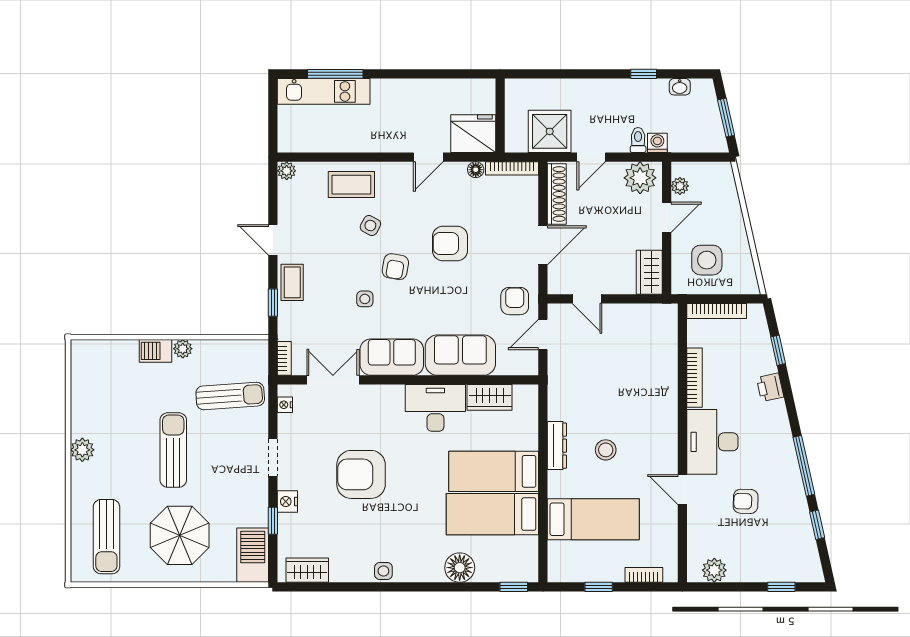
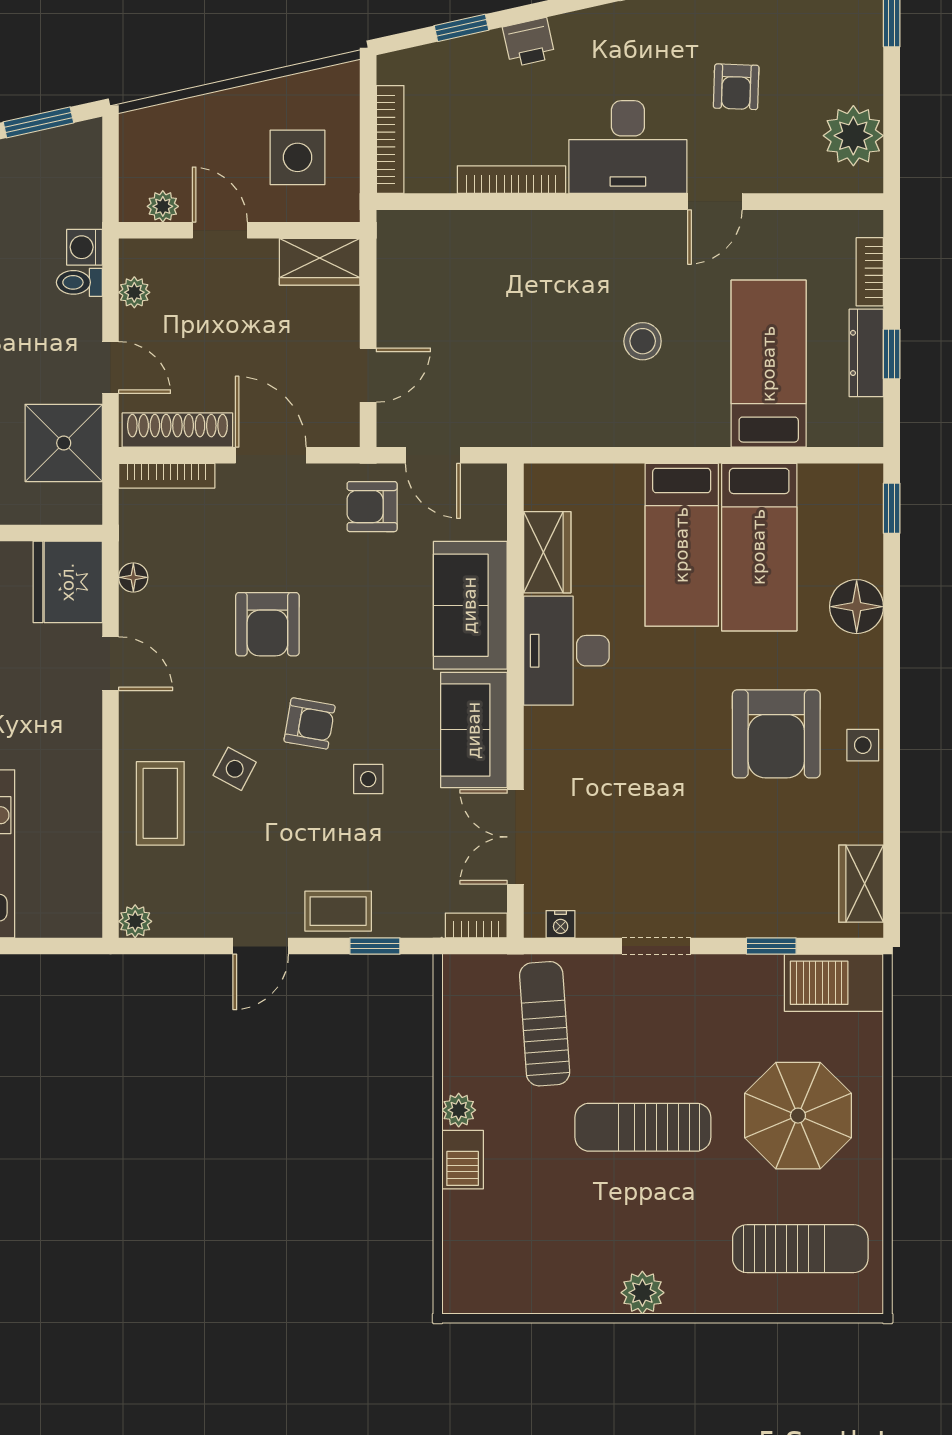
bookcase: (512, 168) -> (167, 476), moved, turned 90
plant: (640, 178) -> (134, 292), width x0.53, depth x0.53
dresser: (557, 446) -> (866, 353), moved, turned -90
armchair: (361, 474) -> (776, 734), moved
nightstand: (287, 501) -> (736, 920), removed
plant: (714, 570) -> (853, 136), width x1.36, depth x1.36

